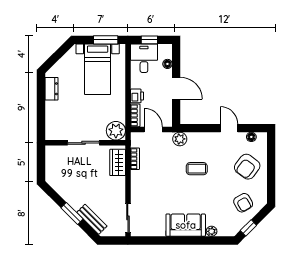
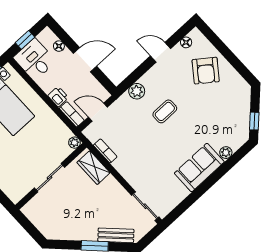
plant: (116, 131) -> (74, 143), width x0.53, depth x0.53
plant: (180, 139) -> (137, 91), moved
armchair: (243, 203) -> (230, 104), removed

